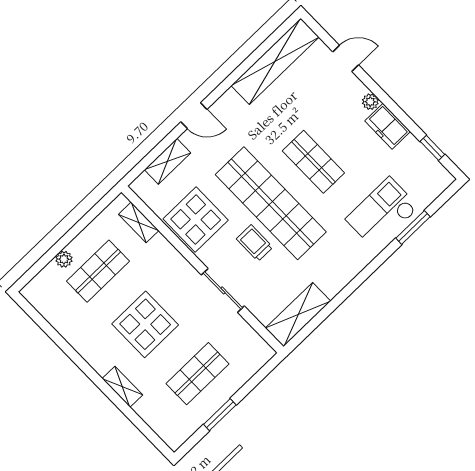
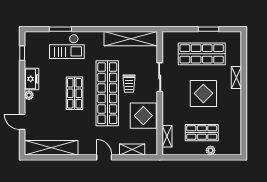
shelving: (298, 315) -> (131, 39), width x1.47
shop shelf: (197, 374) -> (202, 54), width x1.43, depth x1.36

